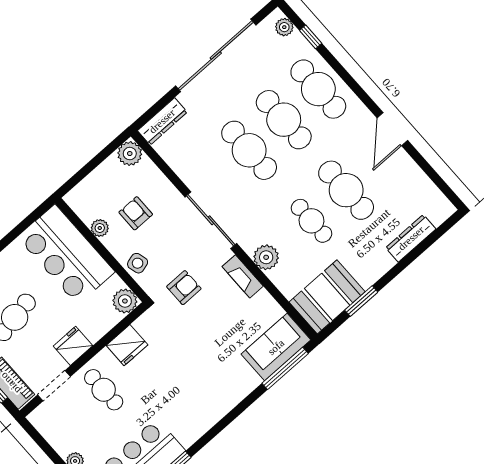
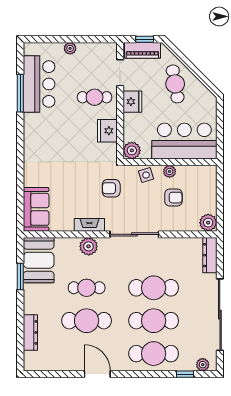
plant: (100, 228) -> (170, 171), moved
armchair: (184, 288) -> (111, 188), turned 90
window: (285, 368) -> (20, 204), removed

